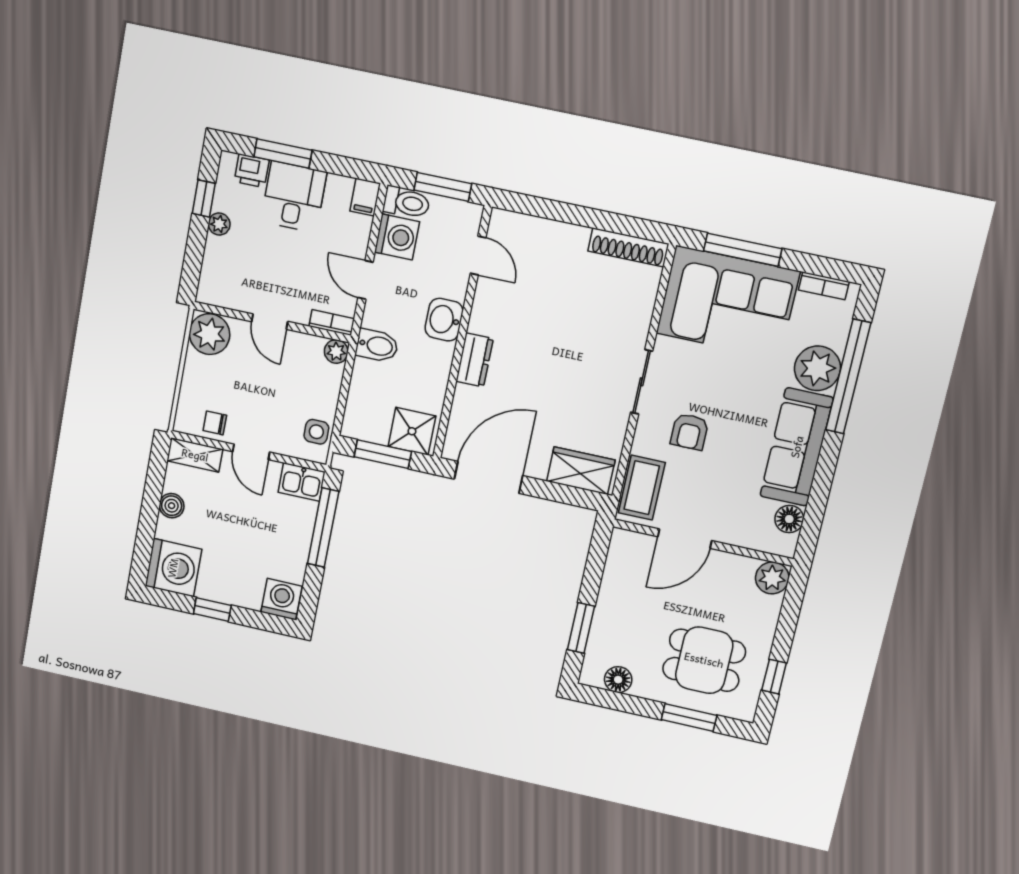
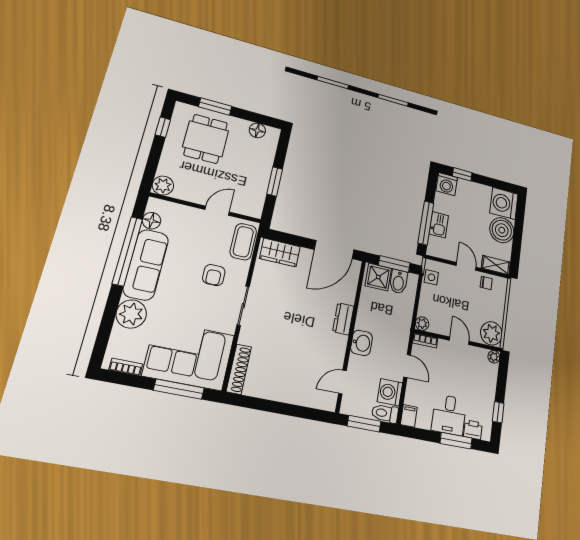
plant: (219, 224) -> (494, 357), moved
shoe rack: (628, 247) -> (239, 369), moved, turned 90
door: (478, 255) -> (342, 382), hinge flipped
bidet: (377, 346) -> (399, 282), moved, turned -90
window: (848, 376) -> (127, 251), moved
armchair: (689, 432) -> (214, 275), turned 180
kitchen sink: (302, 482) -> (439, 225), moved, turned 90
boiler: (172, 506) -> (502, 230), width x1.86, depth x1.86
door: (685, 539) -> (217, 211), width x0.73
window: (212, 610) -> (462, 174), moved
window: (581, 628) -> (275, 182), moved
dining table: (704, 660) -> (206, 139), turned 90

